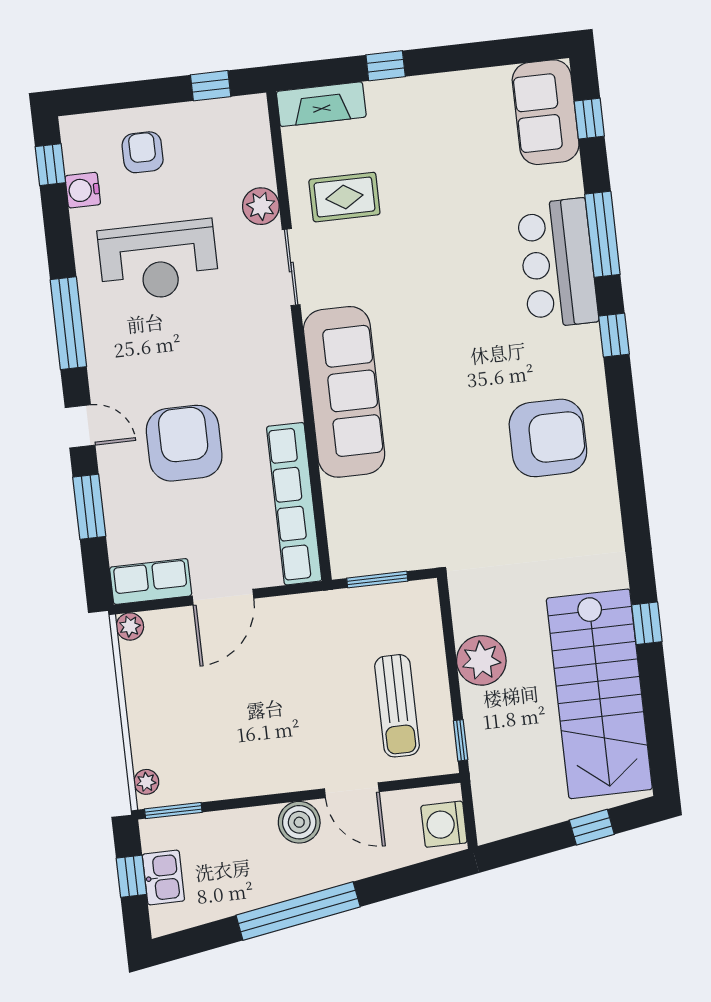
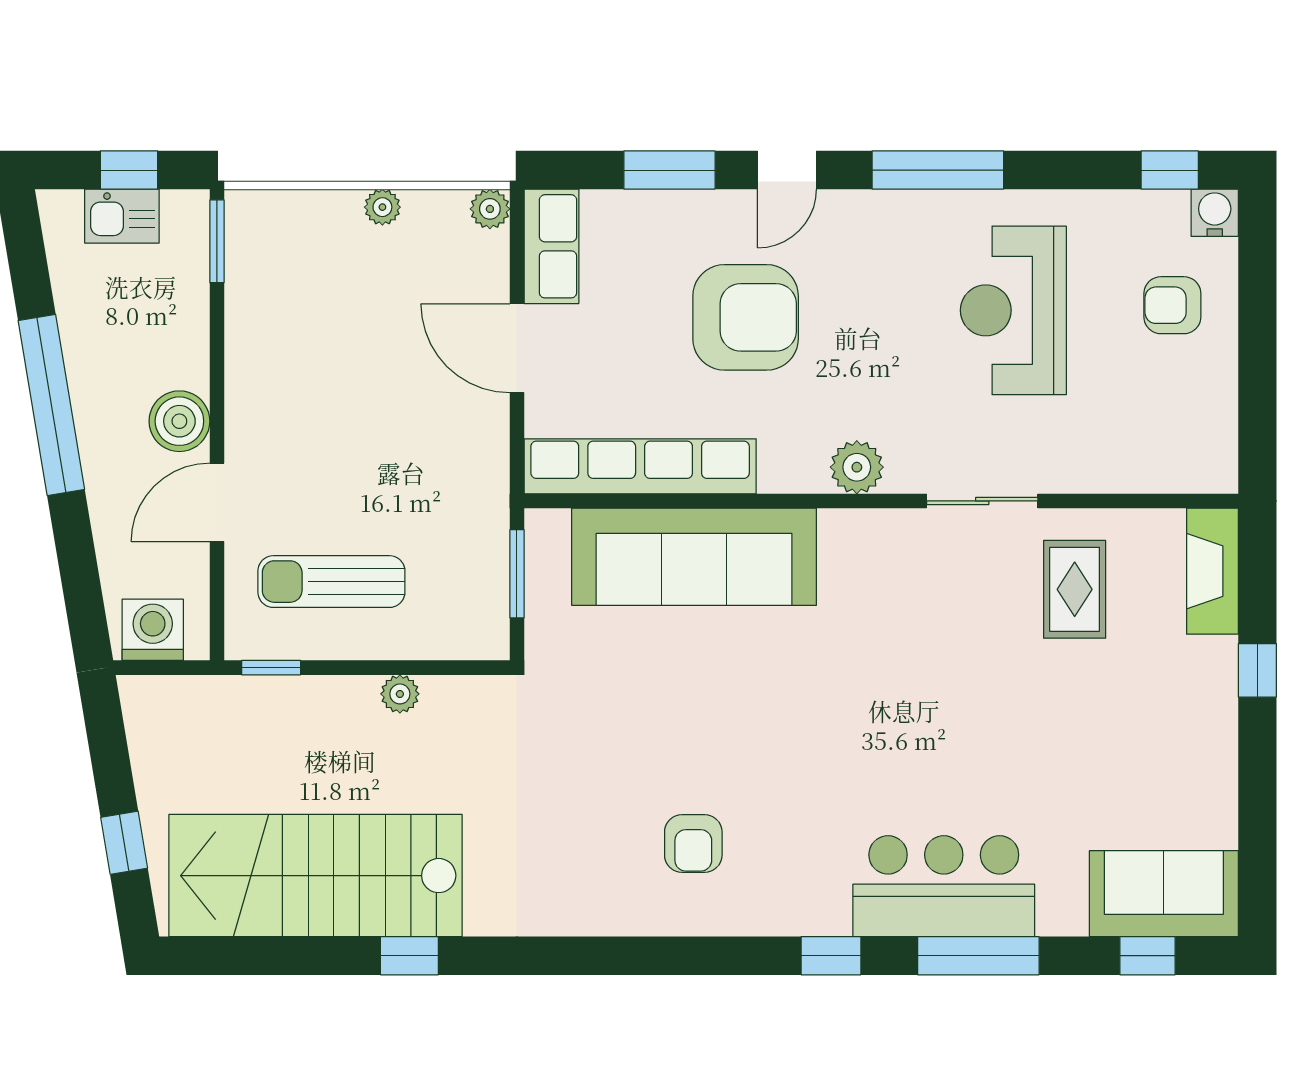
window: (211, 86) -> (1257, 414), removed
armchair: (143, 152) -> (1172, 305), turned 180
water cooler: (83, 190) -> (1215, 213), moved
plant: (261, 206) -> (857, 467), moved
sofa: (344, 392) -> (694, 557), moved
armchair: (548, 438) -> (693, 843), width x0.53, depth x0.53
plant: (481, 660) -> (400, 694), width x0.53, depth x0.53
plant: (146, 782) -> (382, 207), moved

